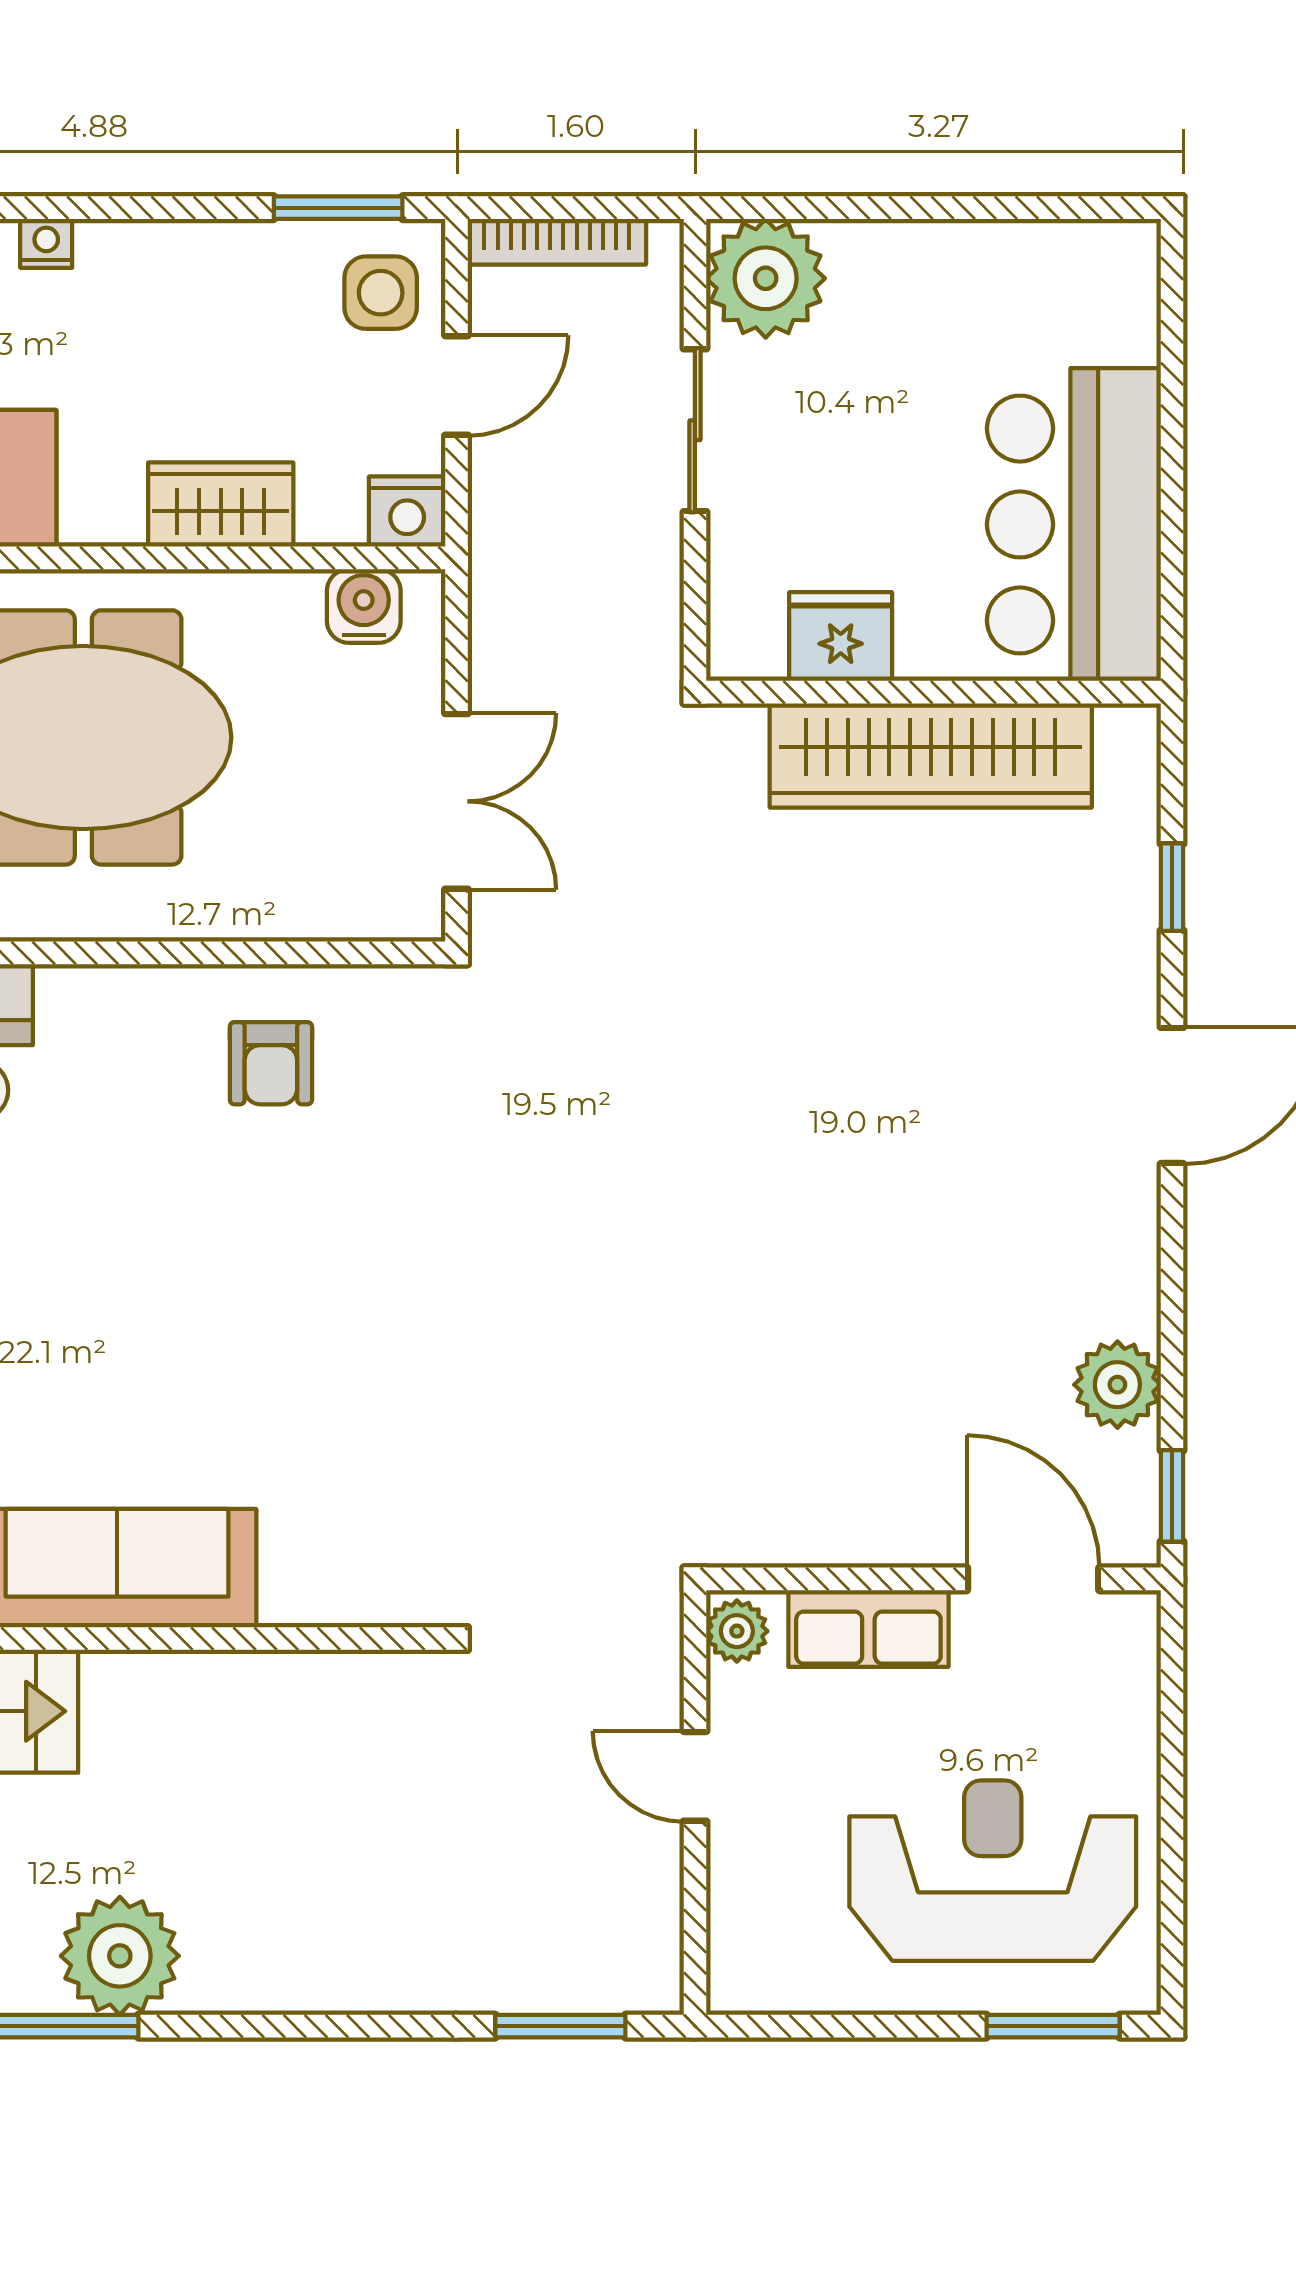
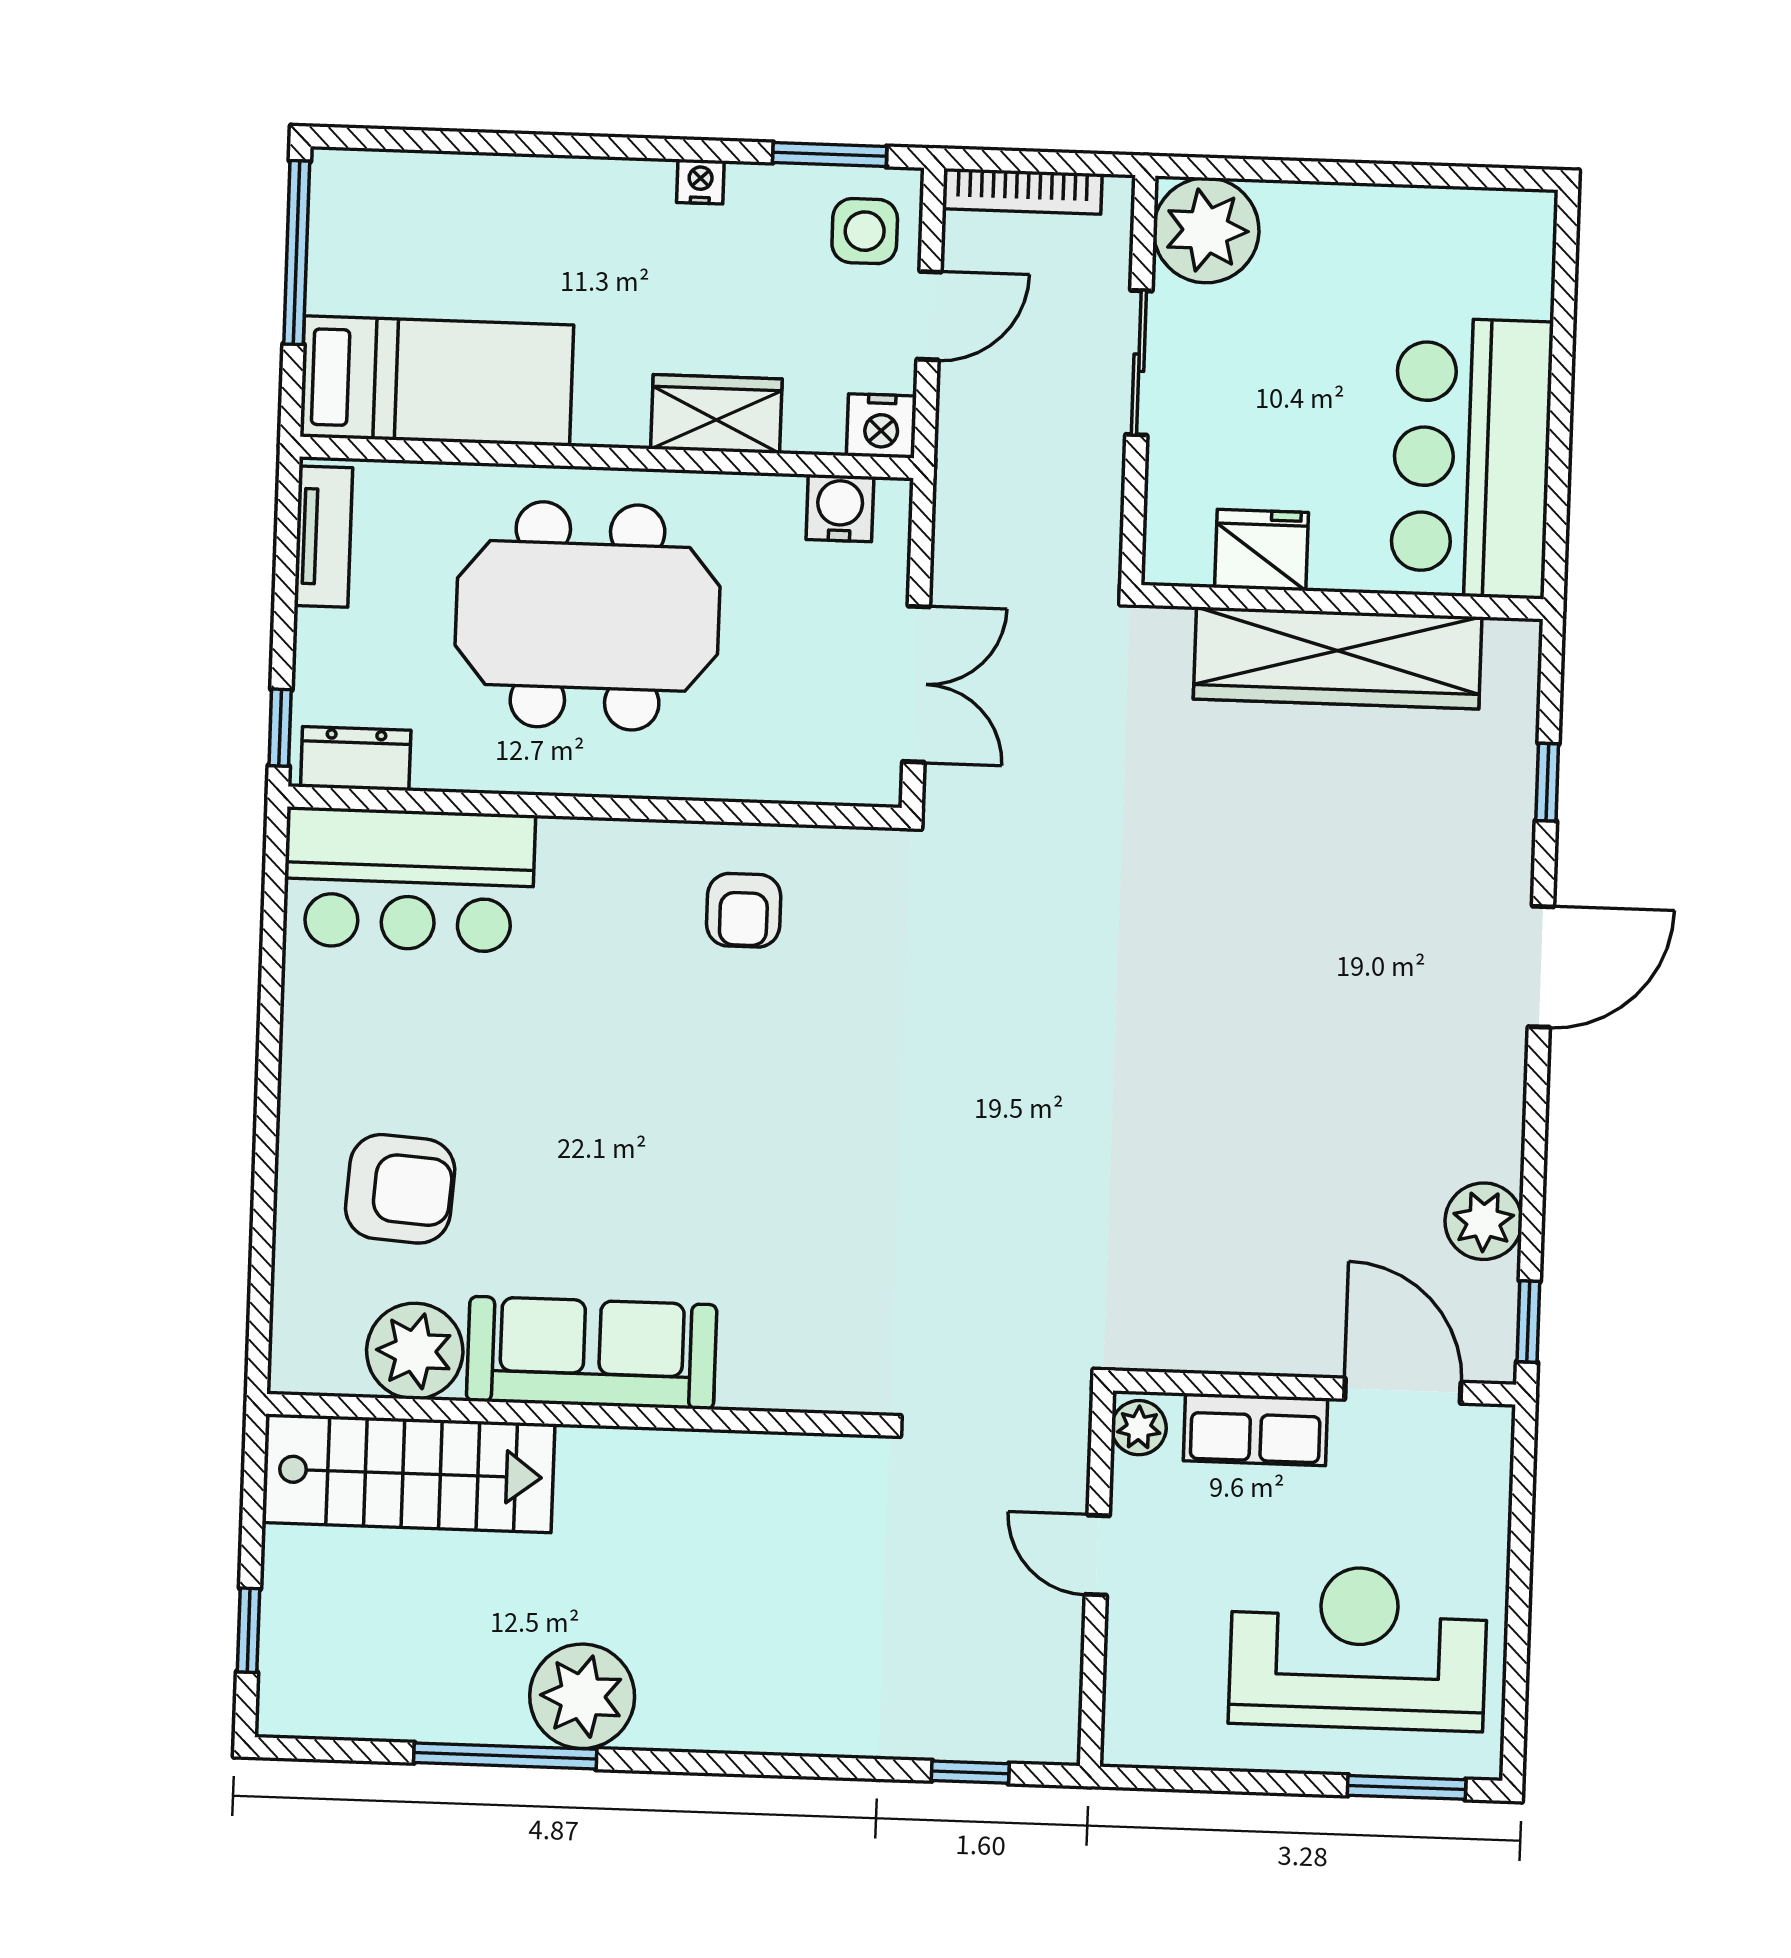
nightstand: (46, 243) -> (700, 182), moved
window: (560, 2026) -> (970, 1772), width x0.67

